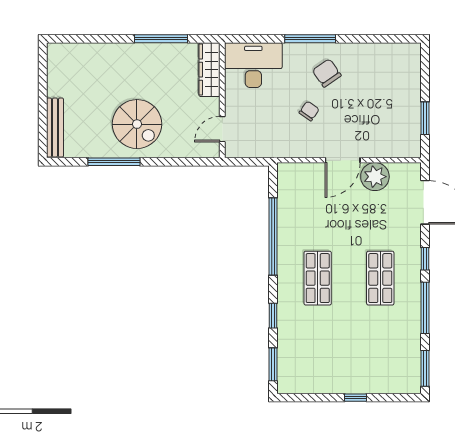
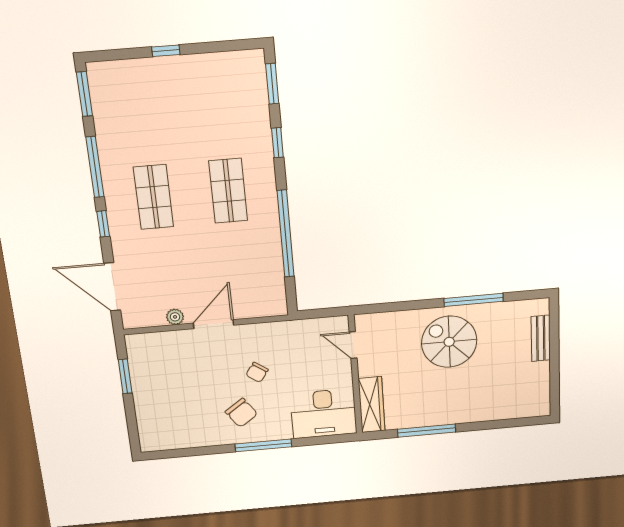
bench: (55, 128) -> (541, 338), width x0.73
door: (222, 129) -> (353, 345), swing flipped
plant: (375, 177) -> (175, 317), width x0.53, depth x0.53

